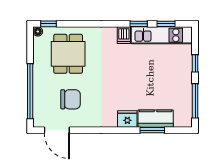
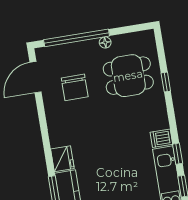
window: (48, 24) -> (166, 82), moved
floor lamp: (38, 31) -> (105, 42), moved

